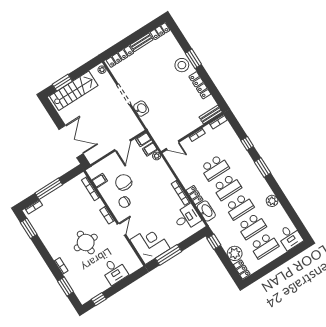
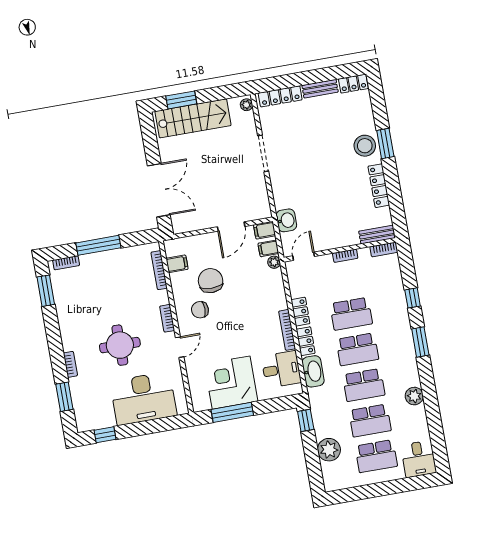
washbasin: (141, 109) -> (286, 220), moved
door: (173, 145) -> (304, 256), swing flipped
corner desk: (150, 244) -> (231, 383), moved, turned -90
locker: (242, 269) -> (300, 312), moved
desk: (114, 271) -> (143, 398), width x1.87, depth x1.30

